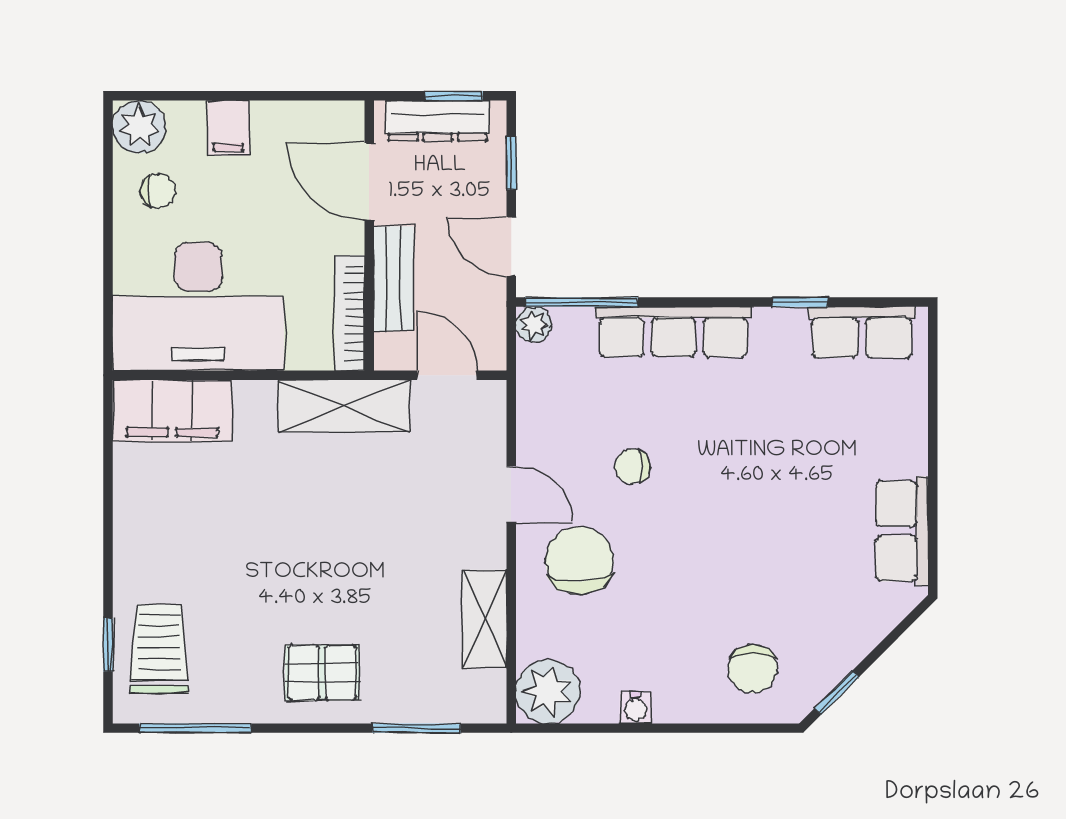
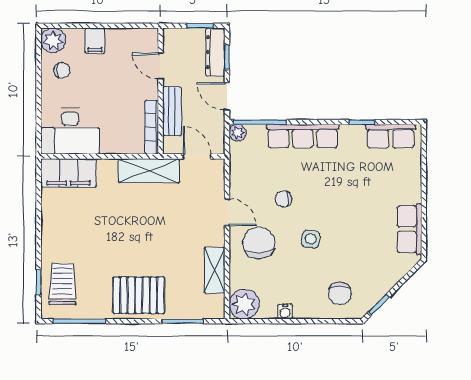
dresser: (438, 121) -> (215, 52), moved, turned 90
door: (369, 182) -> (161, 66), width x0.73
desk: (198, 307) -> (70, 131), width x0.73, depth x0.77
side table: (690, 552) -> (311, 239), added
pallet: (322, 673) -> (139, 295), width x1.50, depth x1.42

